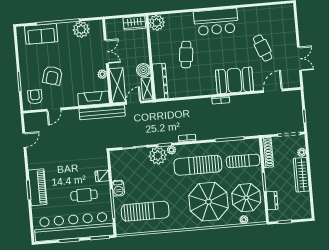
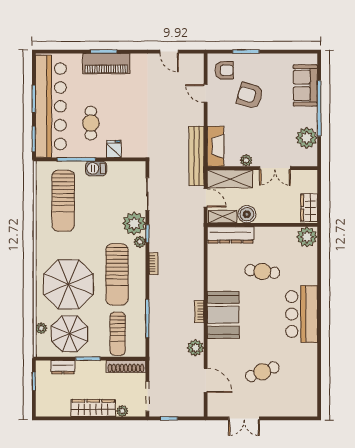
booth: (235, 81) -> (223, 315), moved
plant: (249, 101) -> (196, 348), added
sun lounger: (198, 165) -> (117, 274), turned 180

